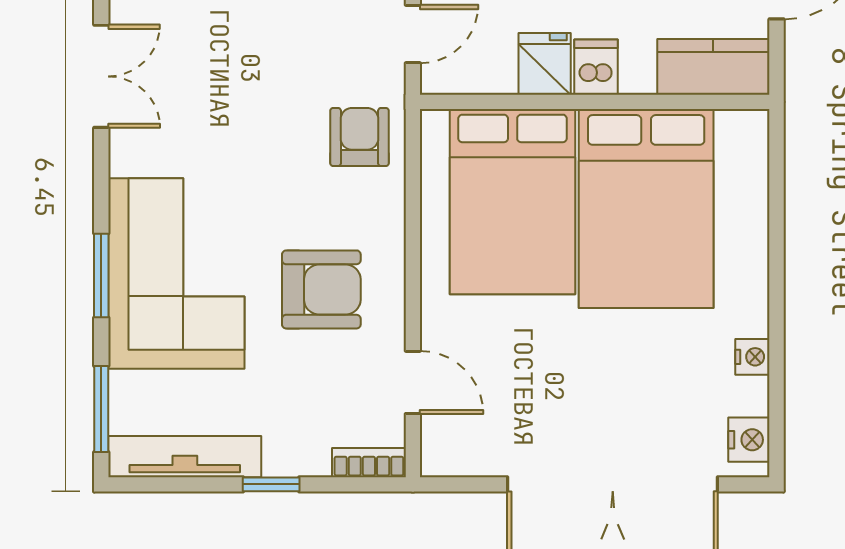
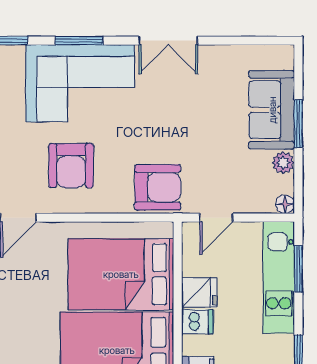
door: (413, 34) -> (216, 218), hinge flipped
double door: (101, 76) -> (168, 41), moved
armchair: (359, 137) -> (158, 187), width x1.38, depth x1.38

